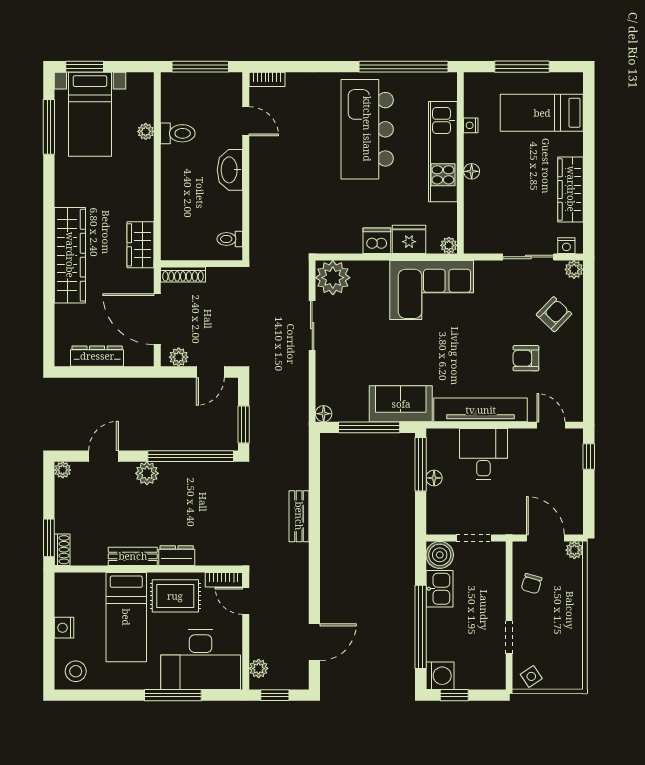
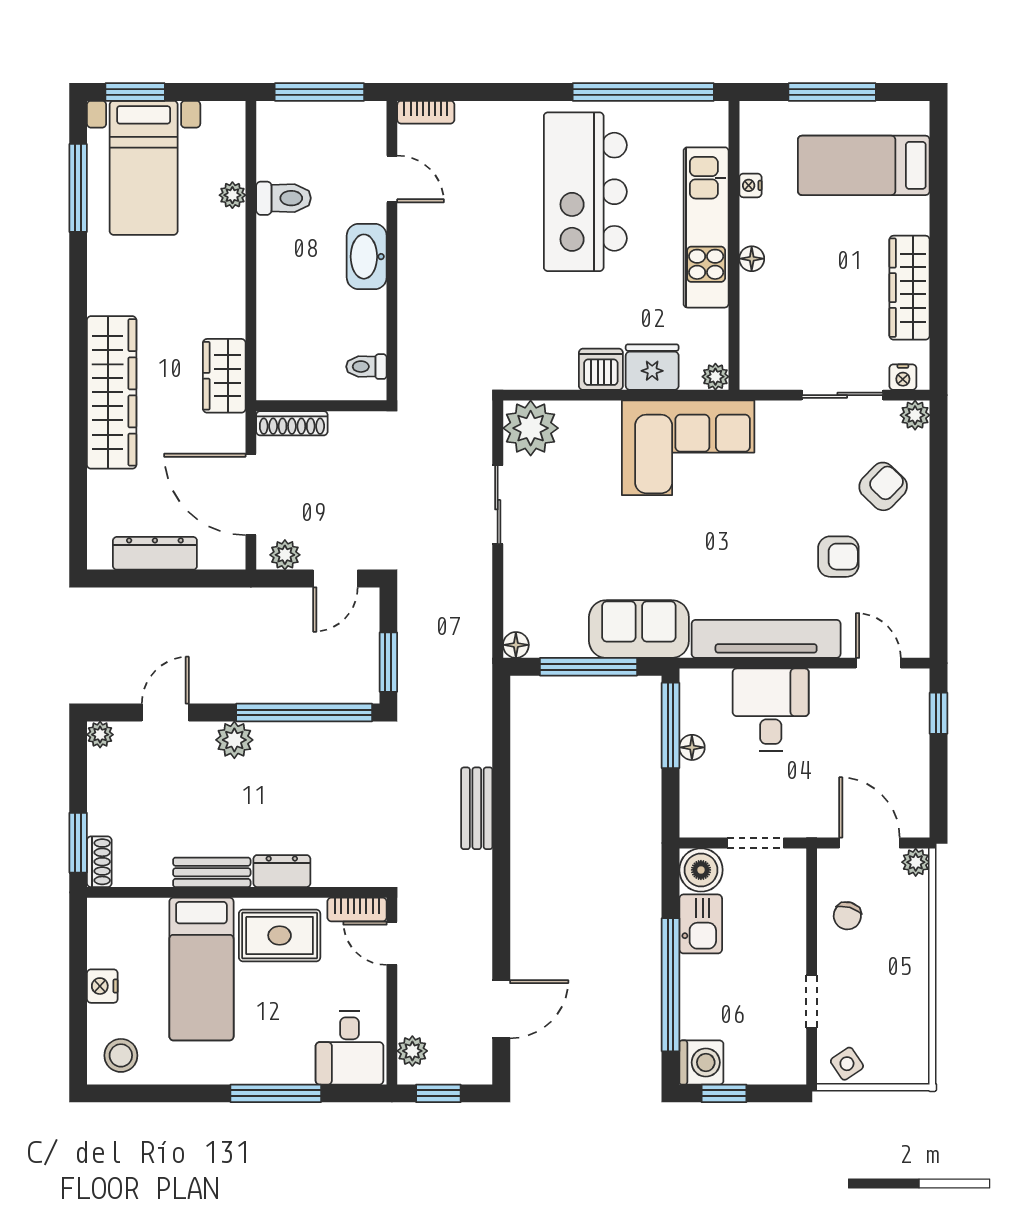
armchair: (526, 358) -> (838, 557), turned 180
desk: (201, 660) -> (350, 1048), width x0.53, depth x0.77

